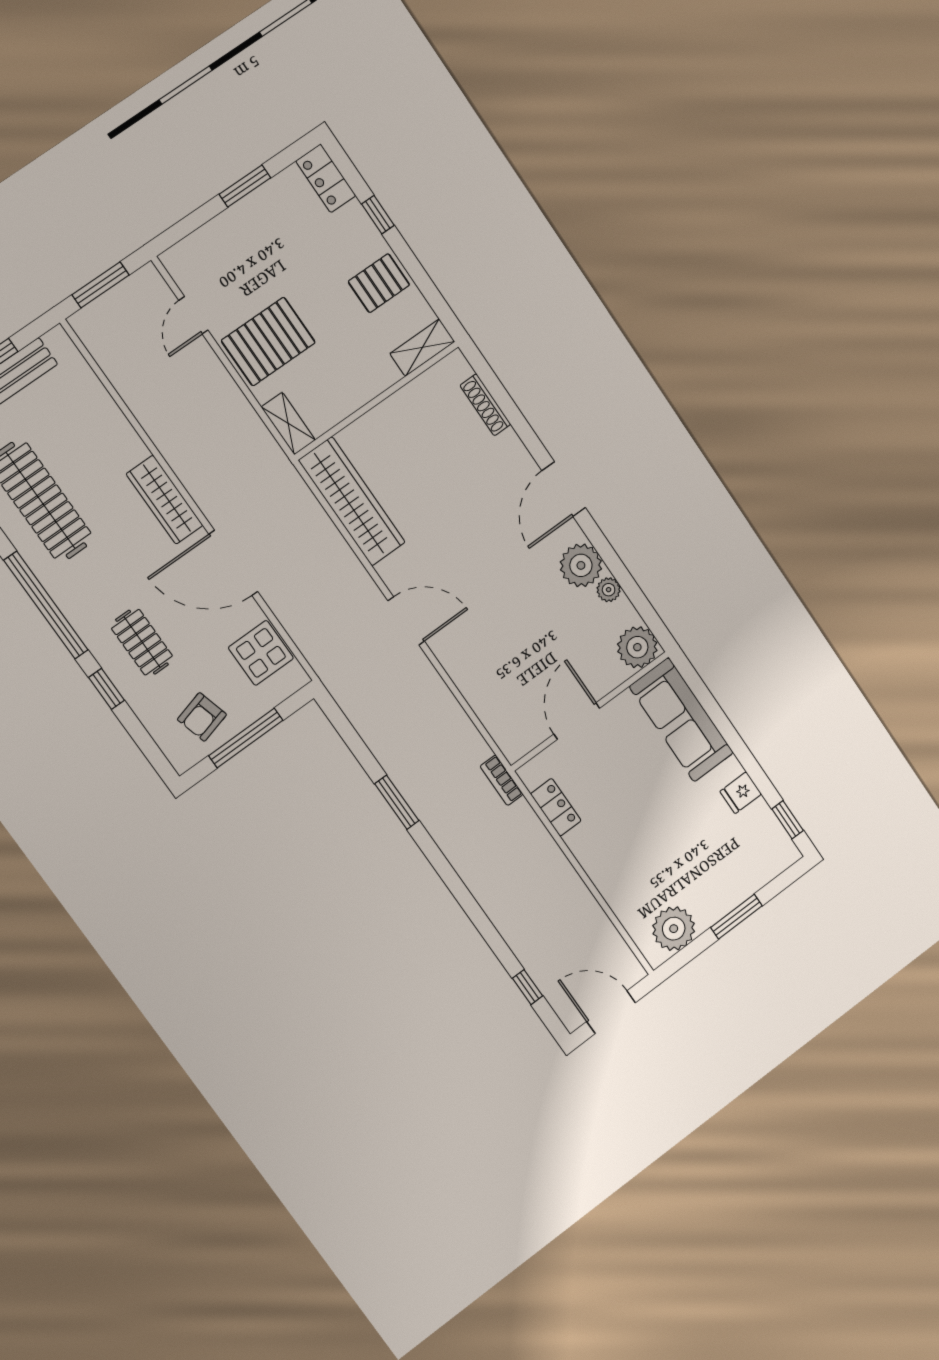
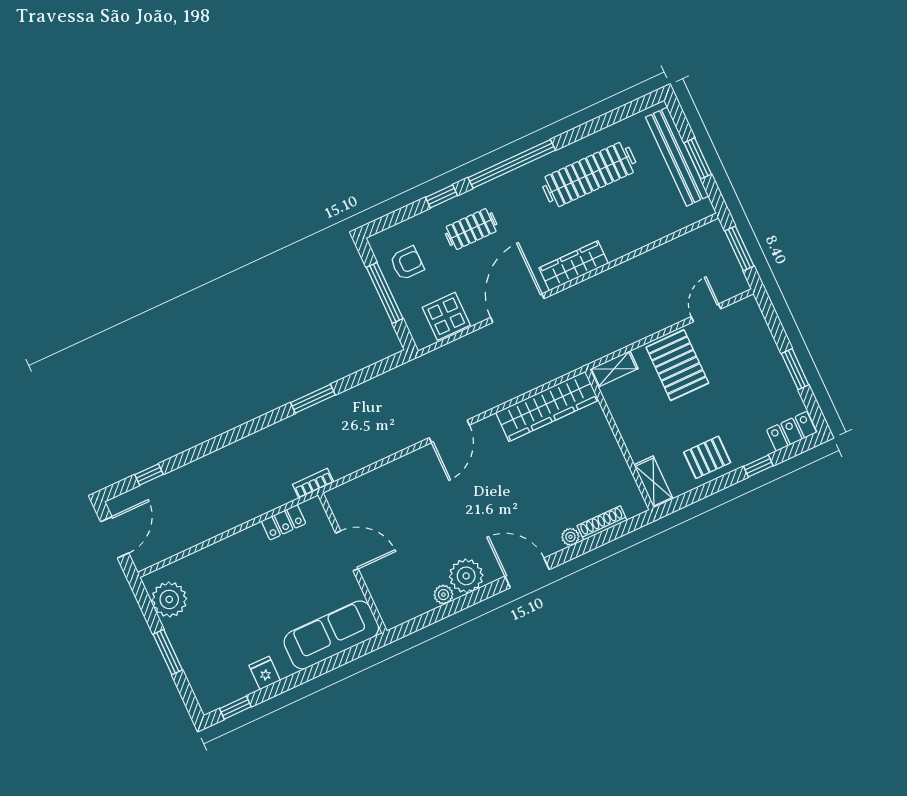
pallet: (379, 283) -> (707, 457), turned 90
door: (193, 315) -> (706, 313), hinge flipped
plant: (637, 647) -> (570, 537), moved, width x0.53, depth x0.53
armchair: (202, 717) -> (407, 263), turned 105

